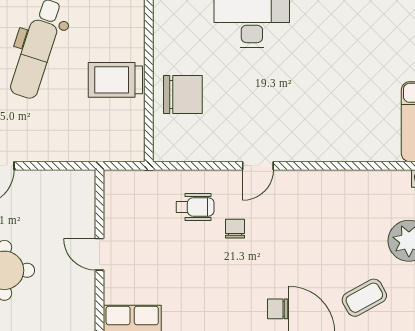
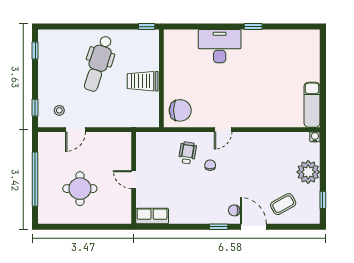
chair: (183, 94) -> (180, 110), moved
wheelchair: (195, 207) -> (188, 153), turned -81

